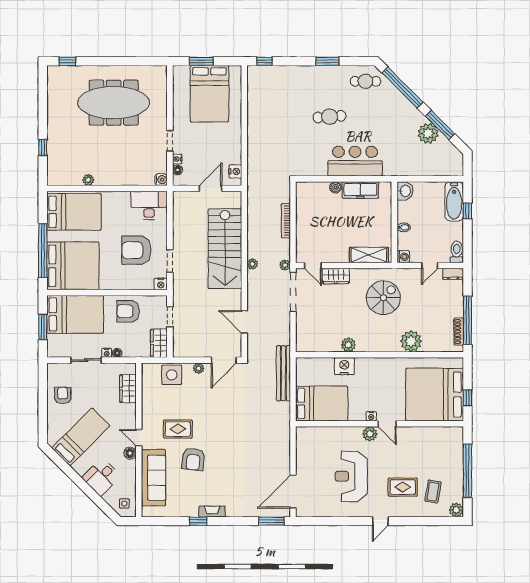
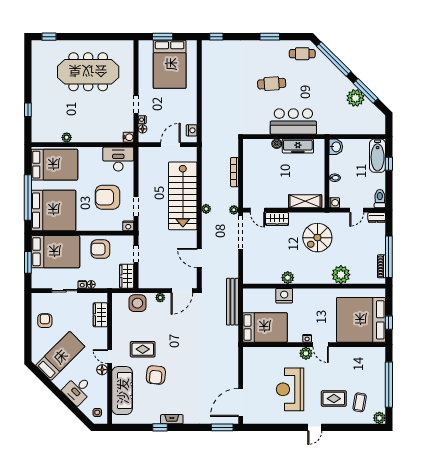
spiral stairs: (383, 298) -> (317, 238), turned 180

